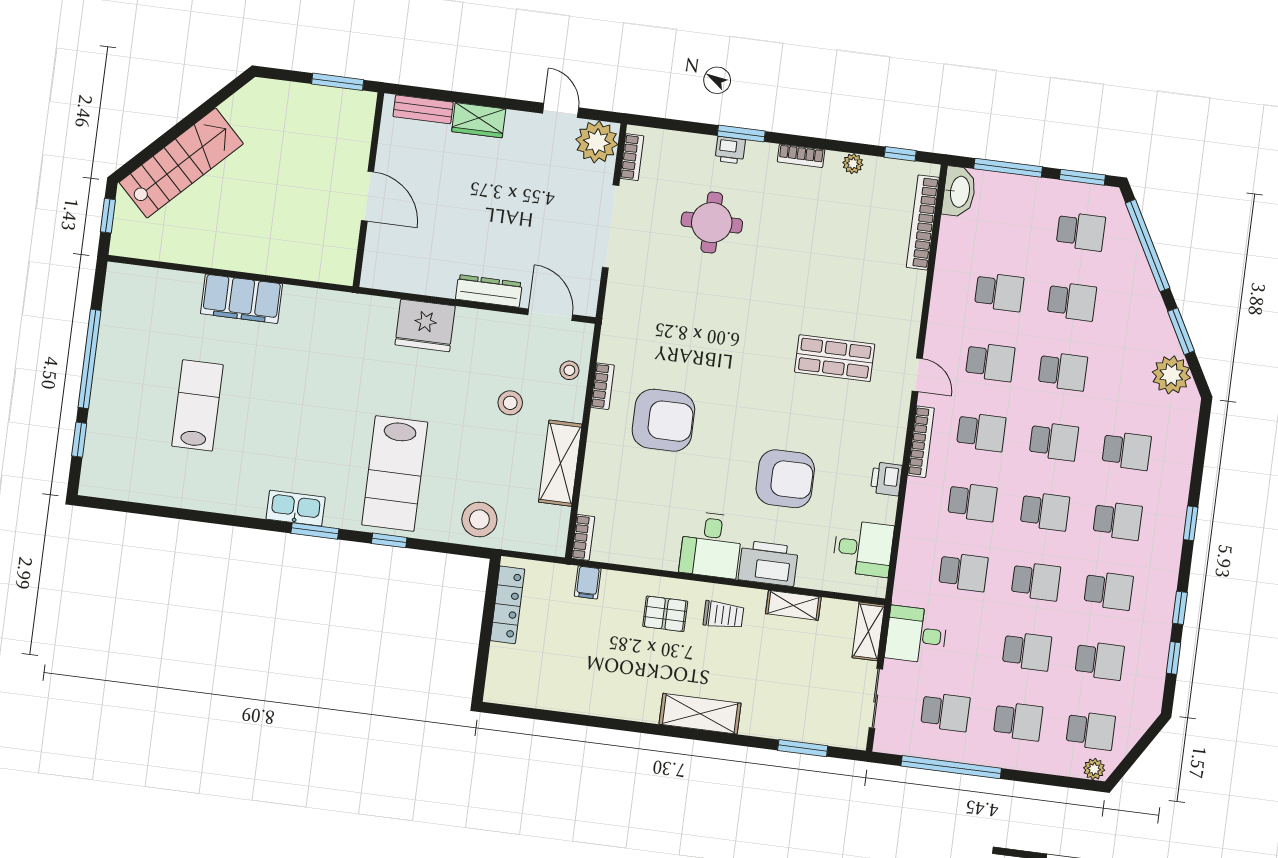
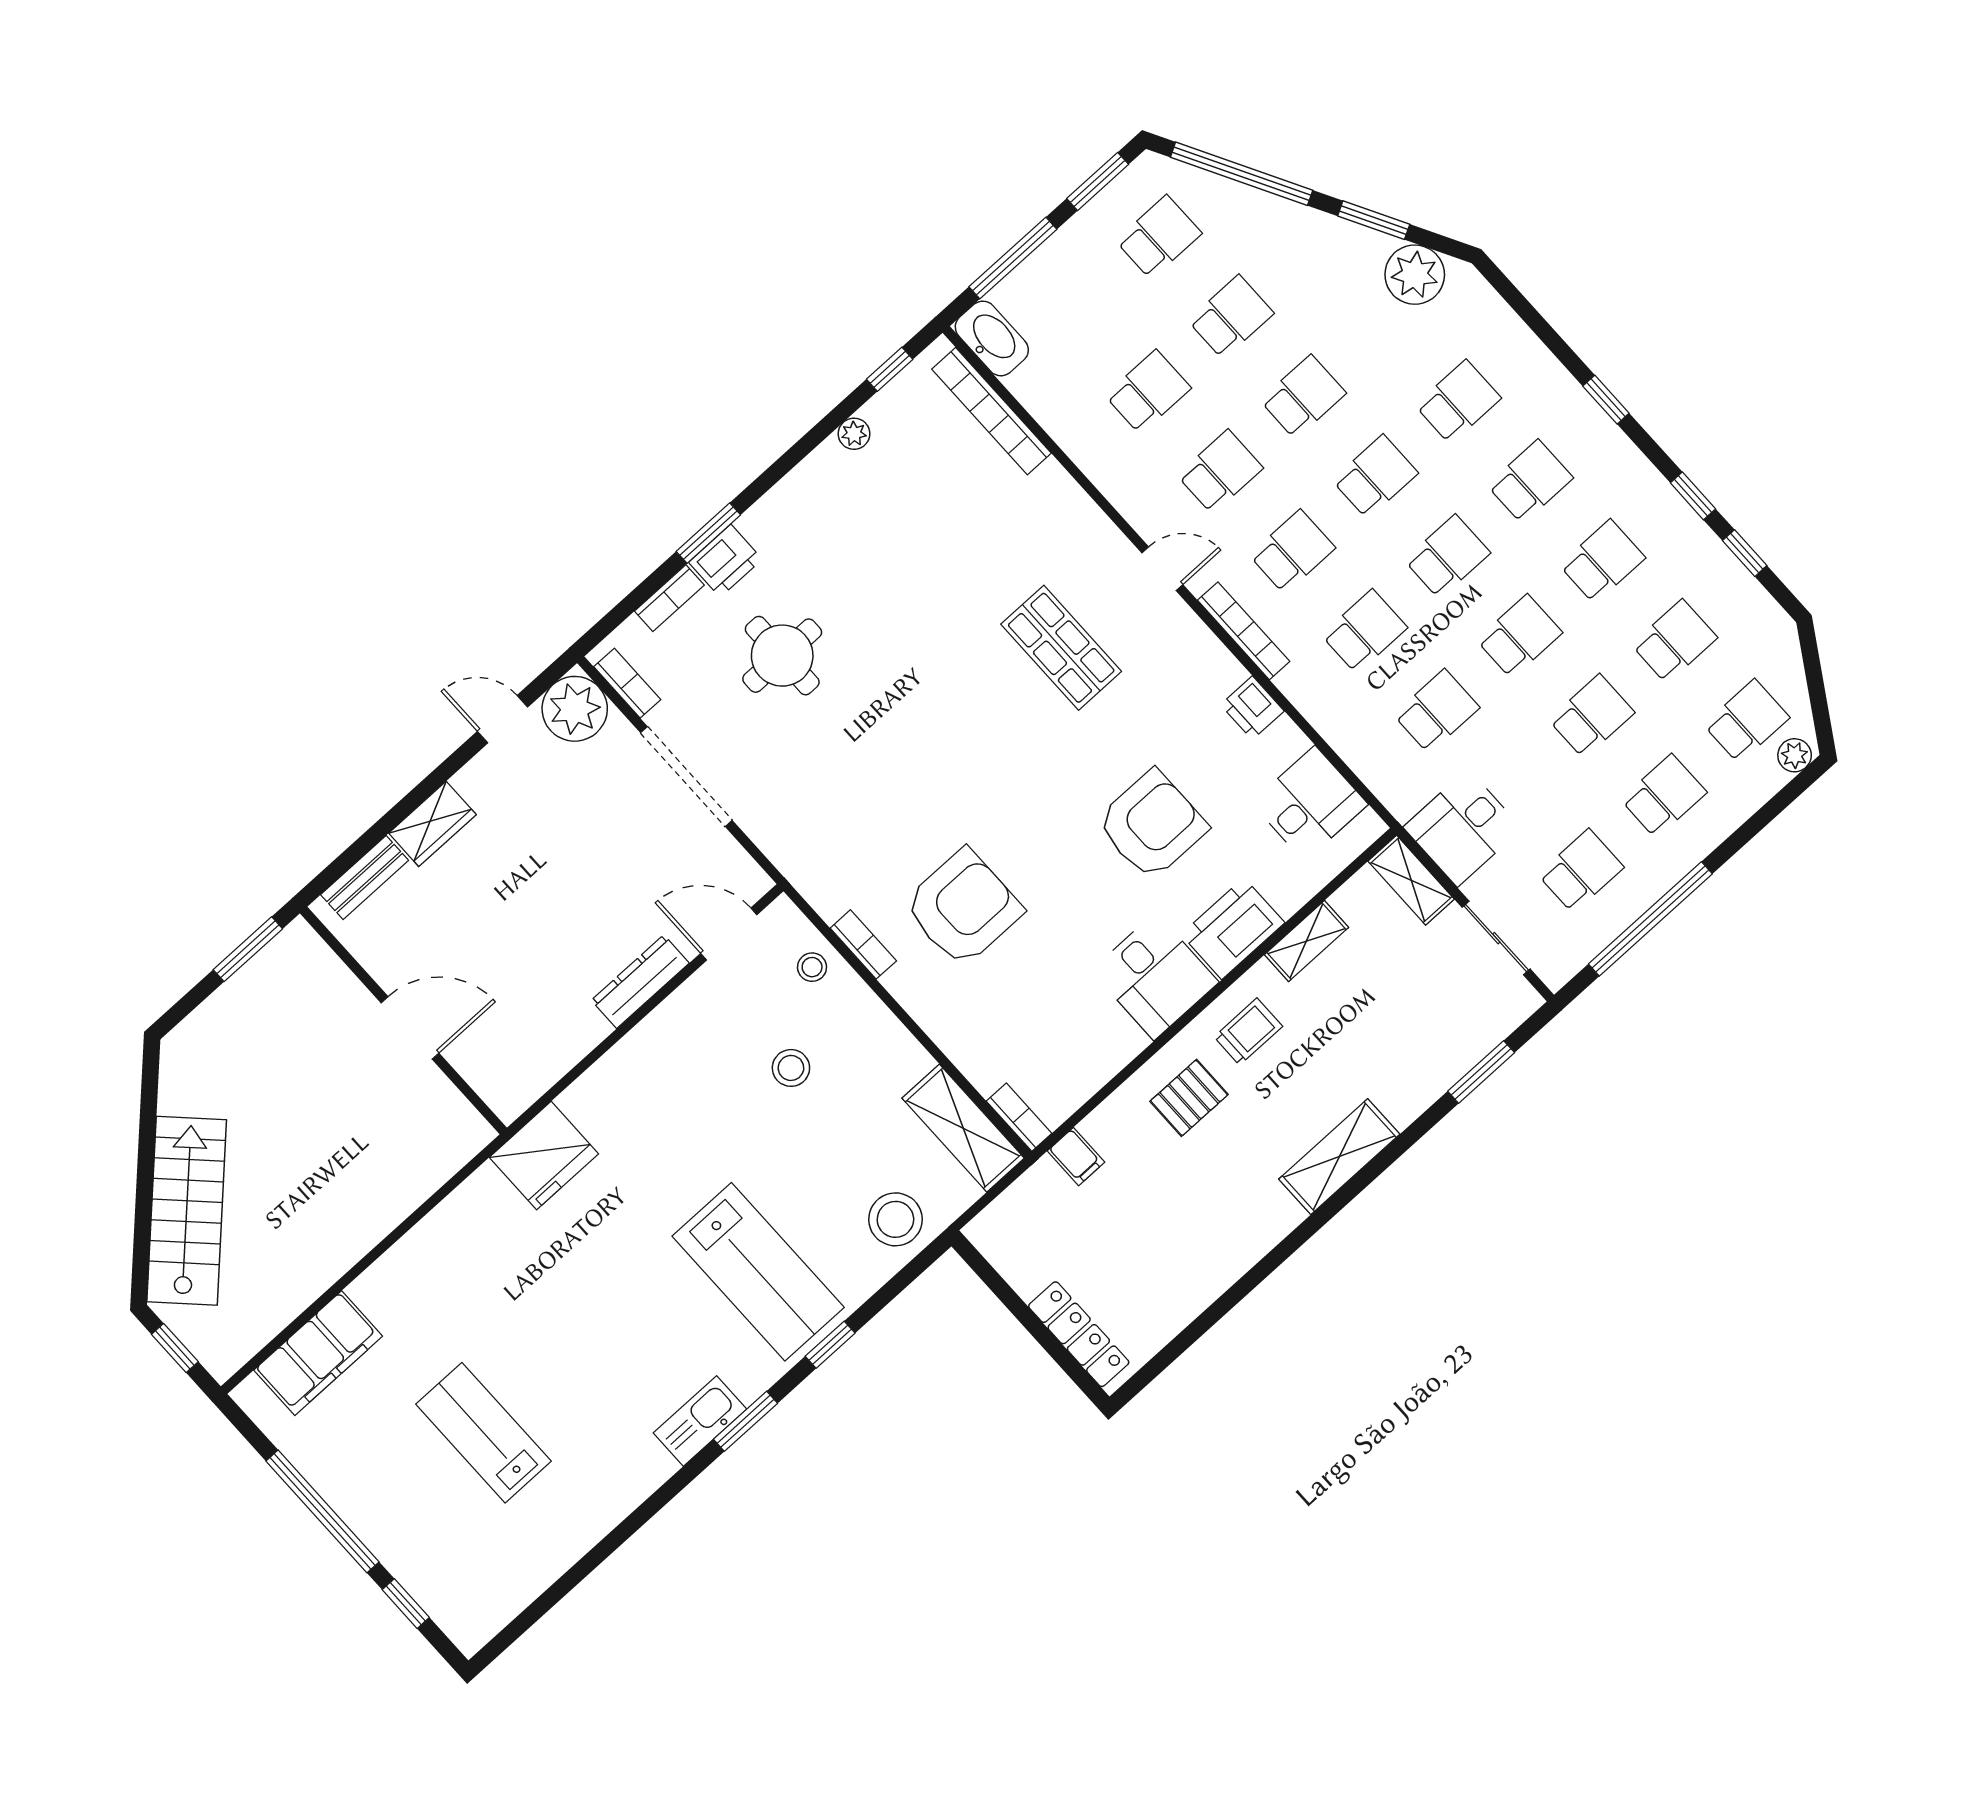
printer: (730, 150) -> (725, 561), width x1.36, depth x1.24
bookcase: (801, 156) -> (669, 598), moved
filing cabinet: (241, 299) -> (318, 1353), moved
fridge: (425, 325) -> (544, 1156), moved
shop shelf: (835, 358) -> (1061, 648), turned 90
shelving: (560, 463) -> (963, 1128), moved
locker: (507, 605) -> (1079, 1334), moved

